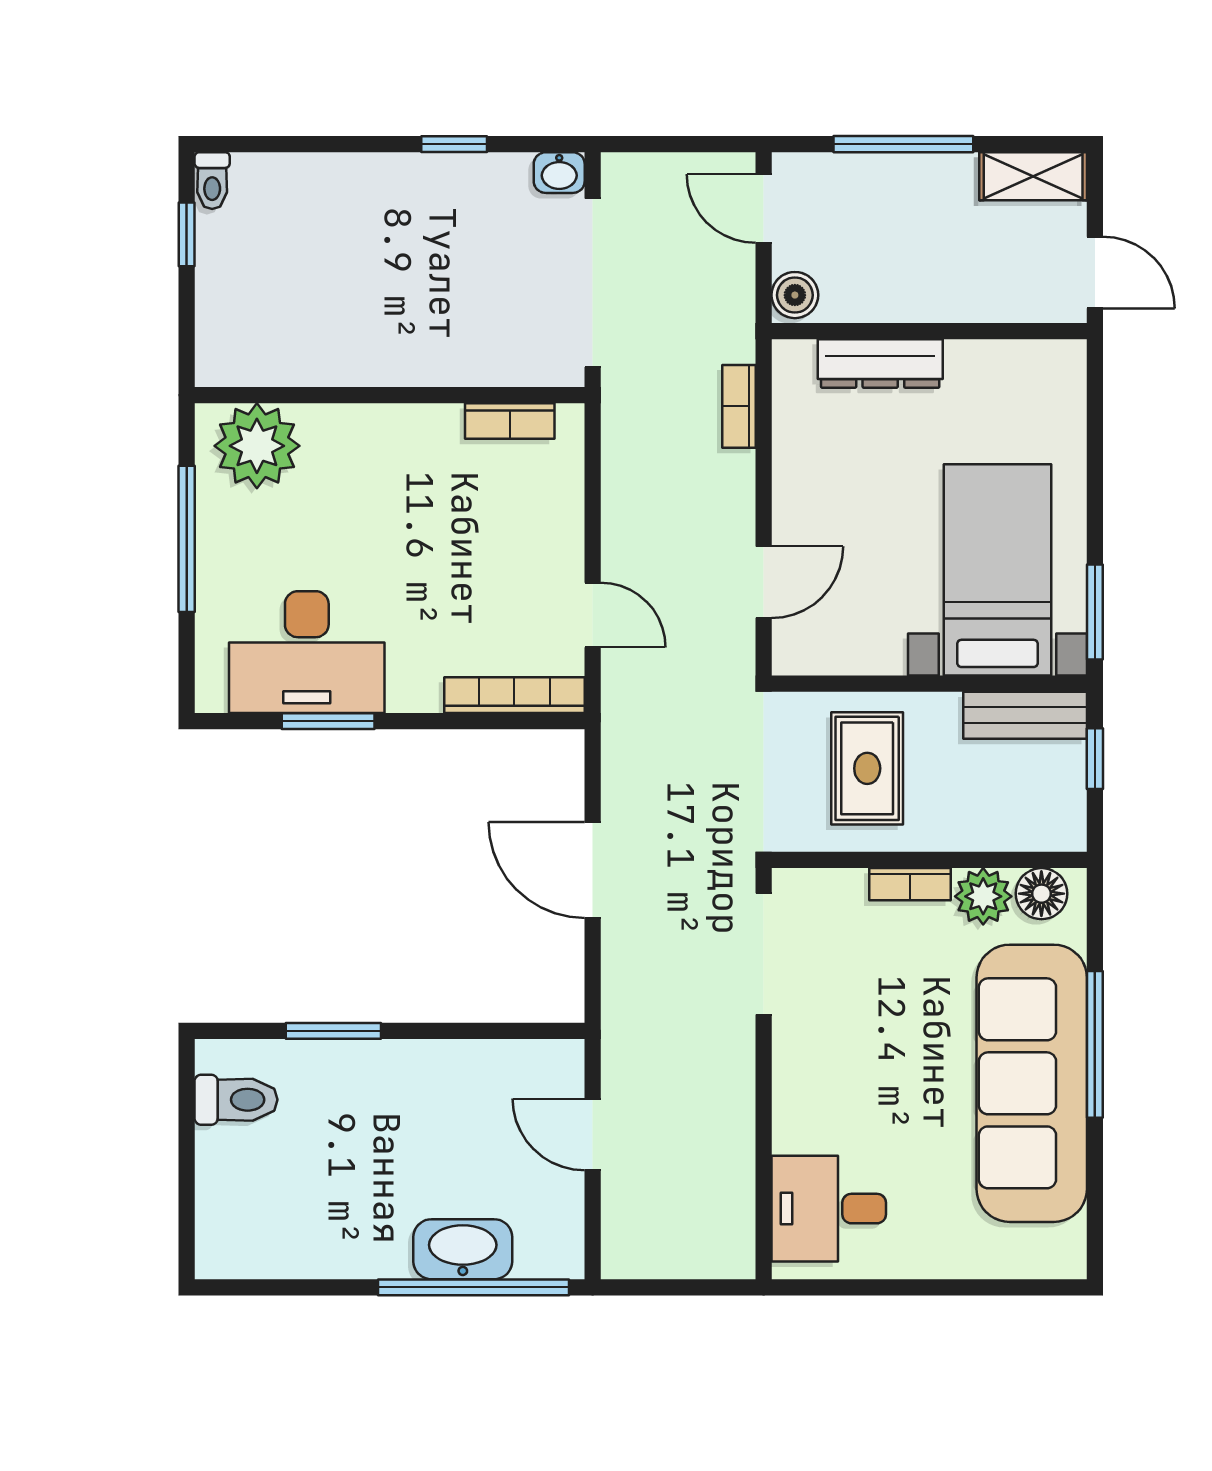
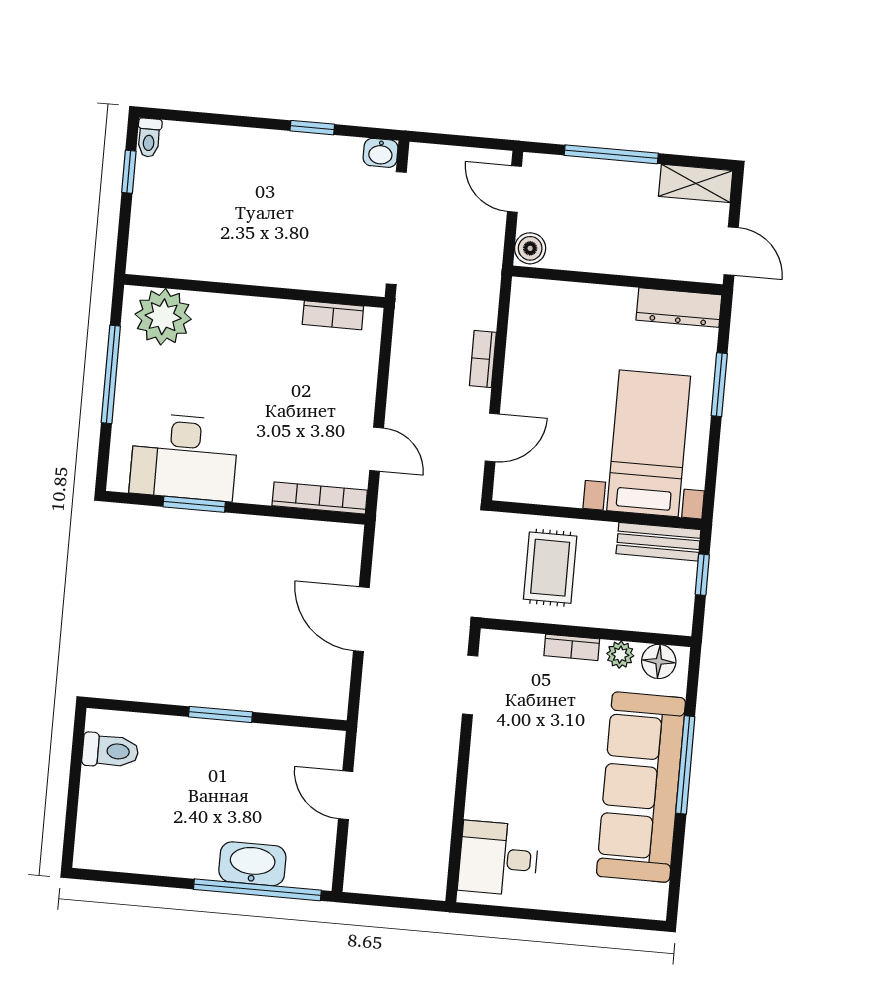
dresser: (880, 363) -> (679, 308), moved
bookcase: (739, 406) -> (483, 359), moved
window: (1095, 612) -> (719, 385), moved
plant: (983, 896) -> (620, 655), width x0.73, depth x0.73
doorway: (764, 954) -> (470, 685), width x0.73
window: (333, 1031) -> (220, 714), moved

